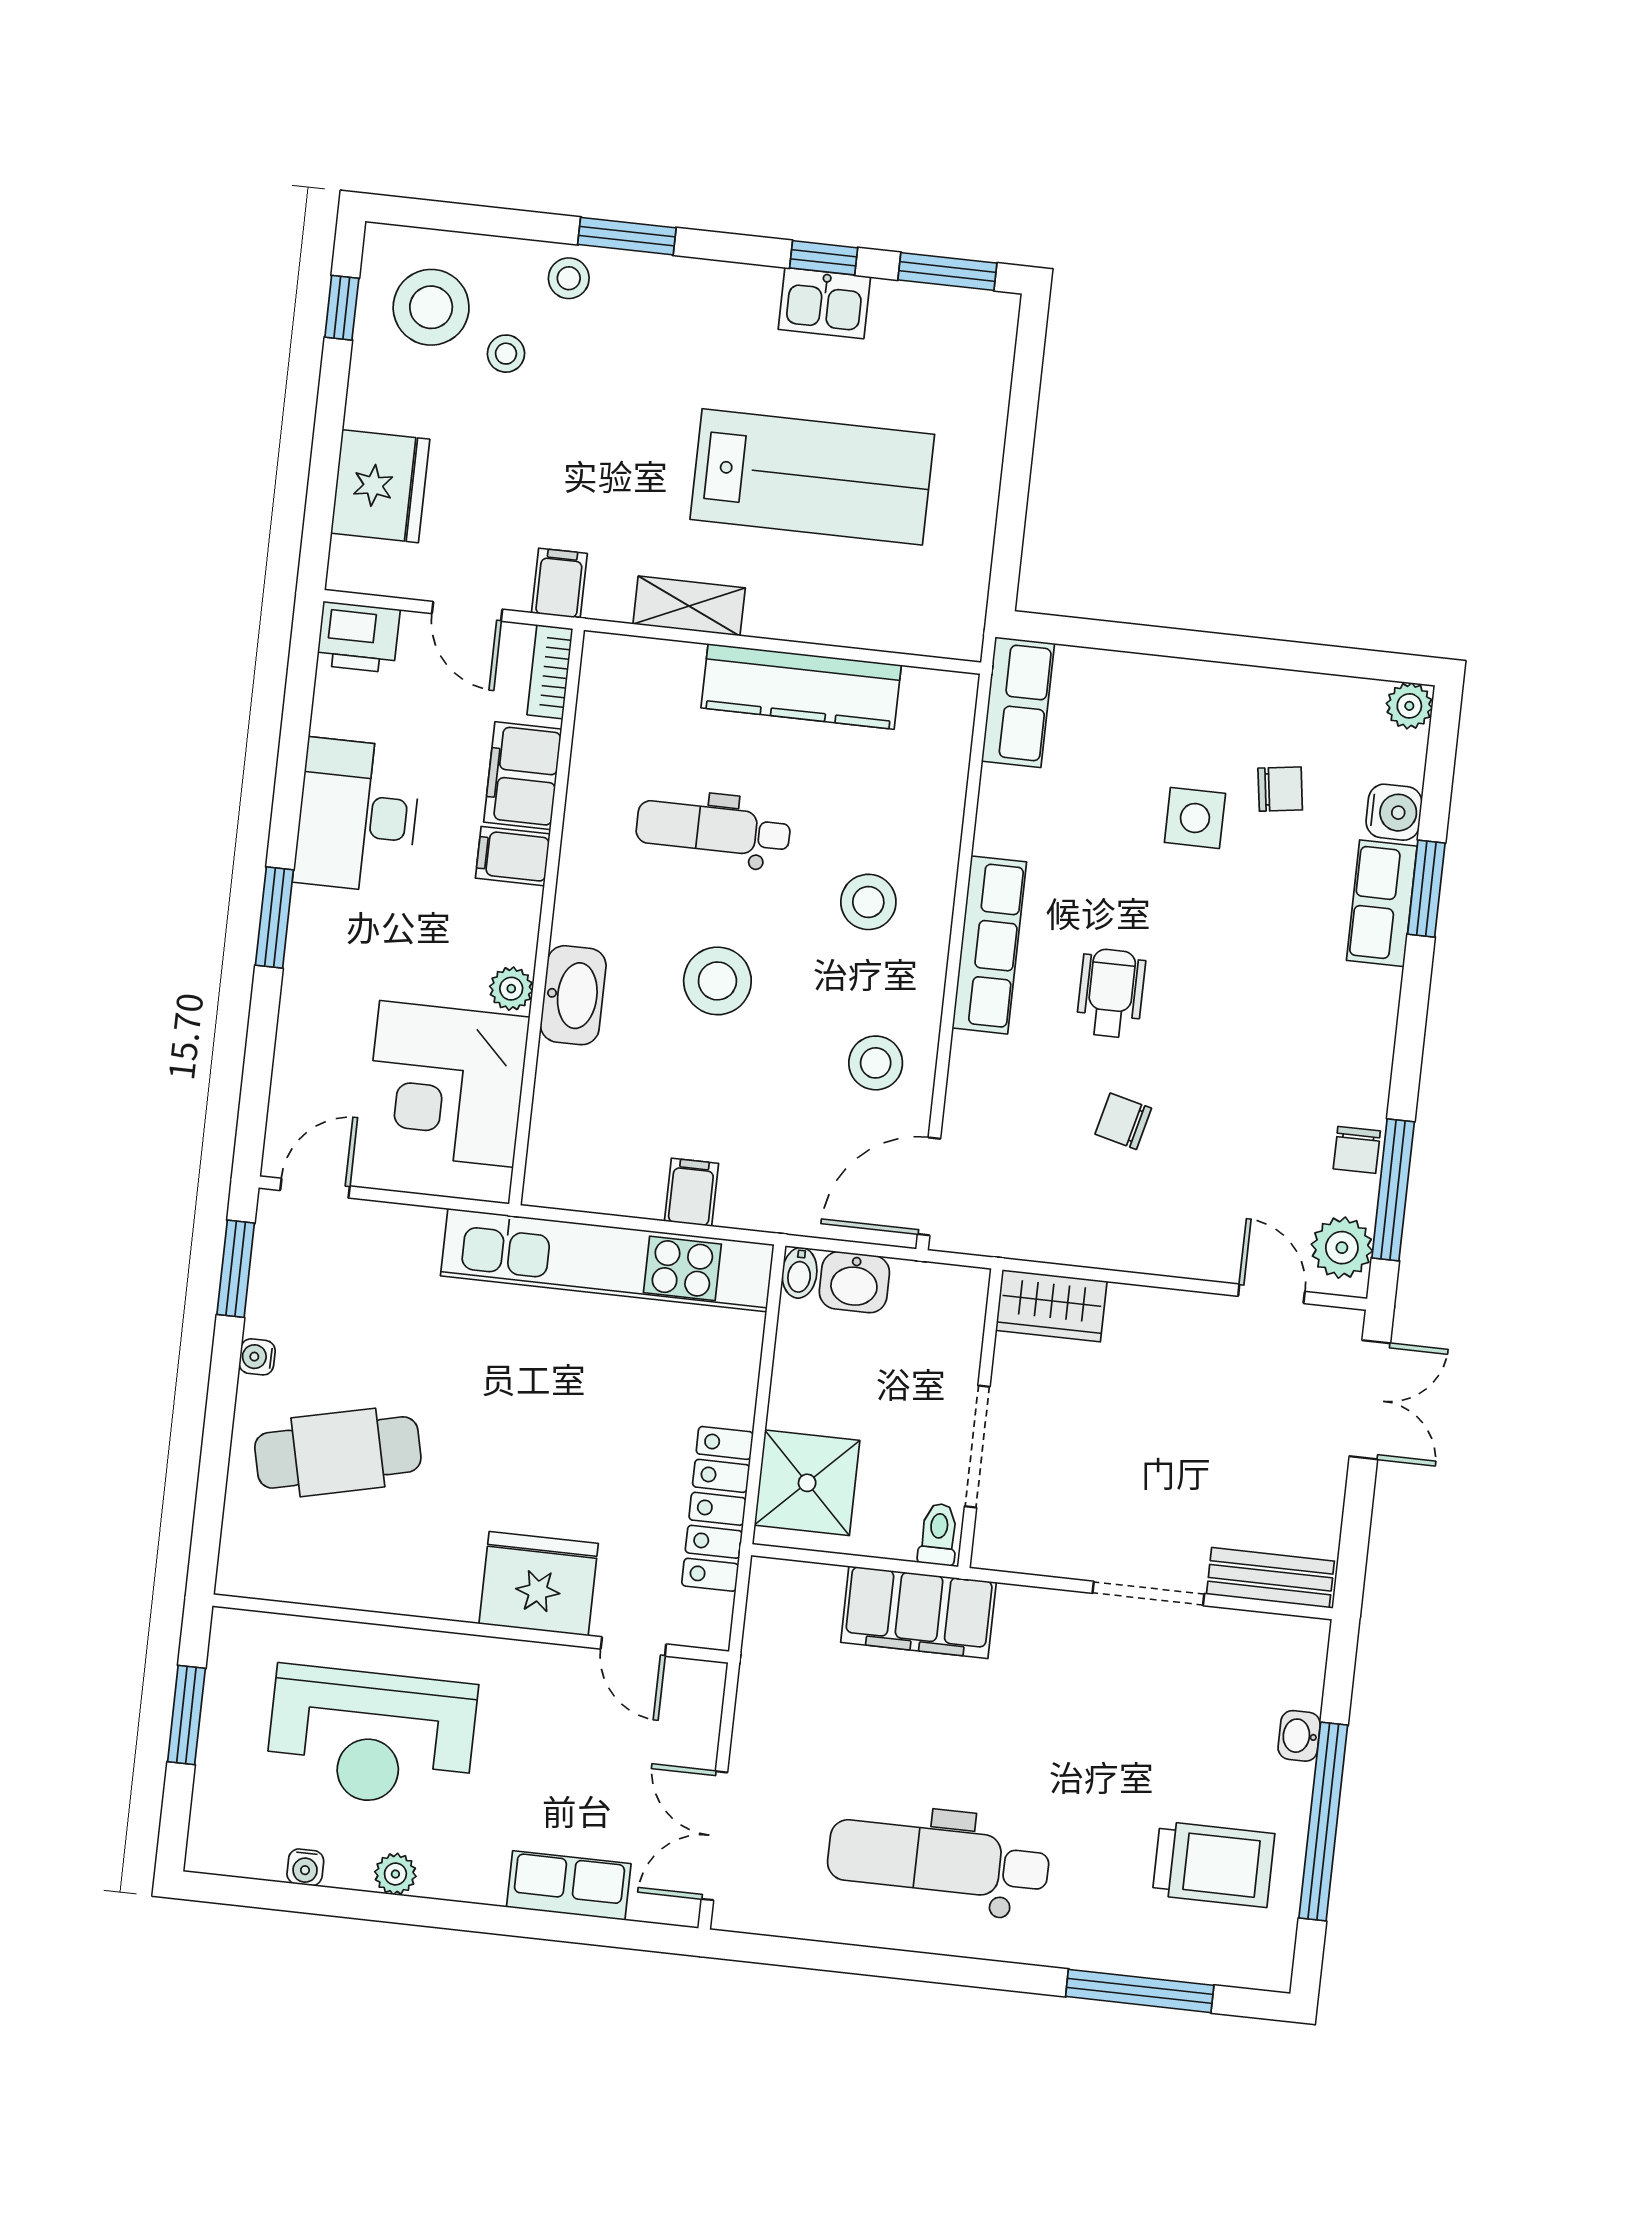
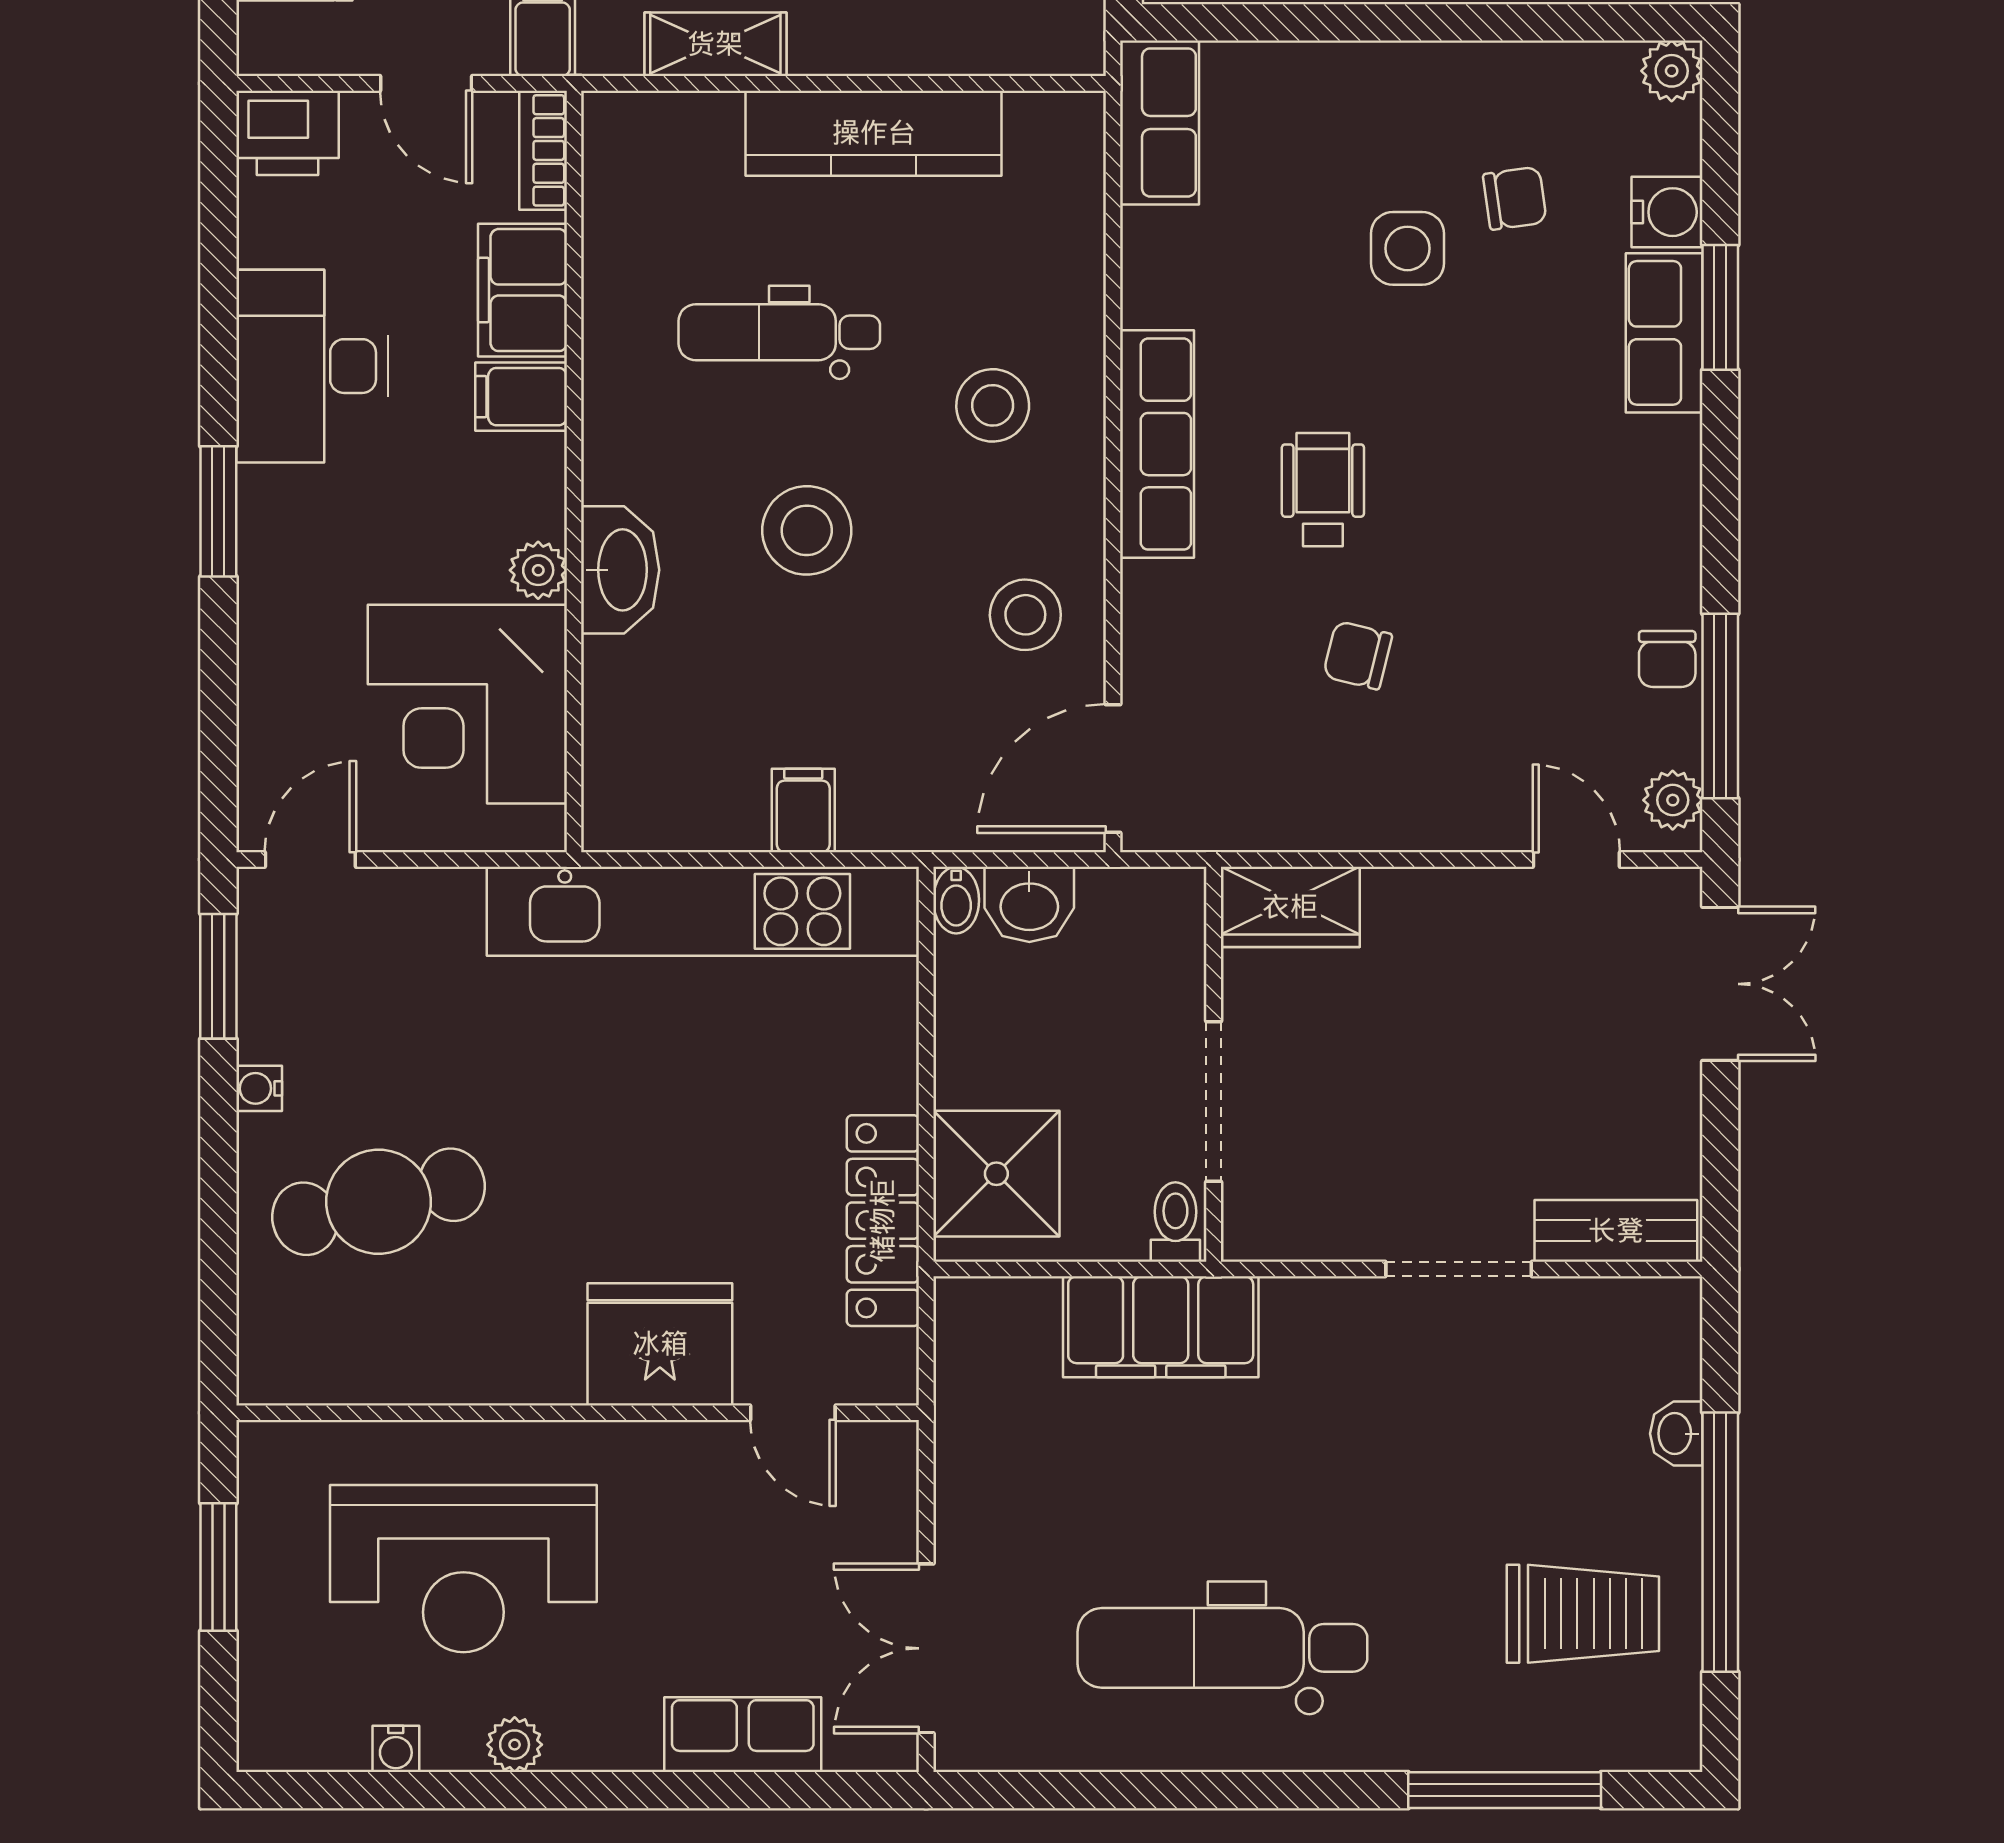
plant: (1342, 1248) -> (1673, 800), width x0.73, depth x0.73

